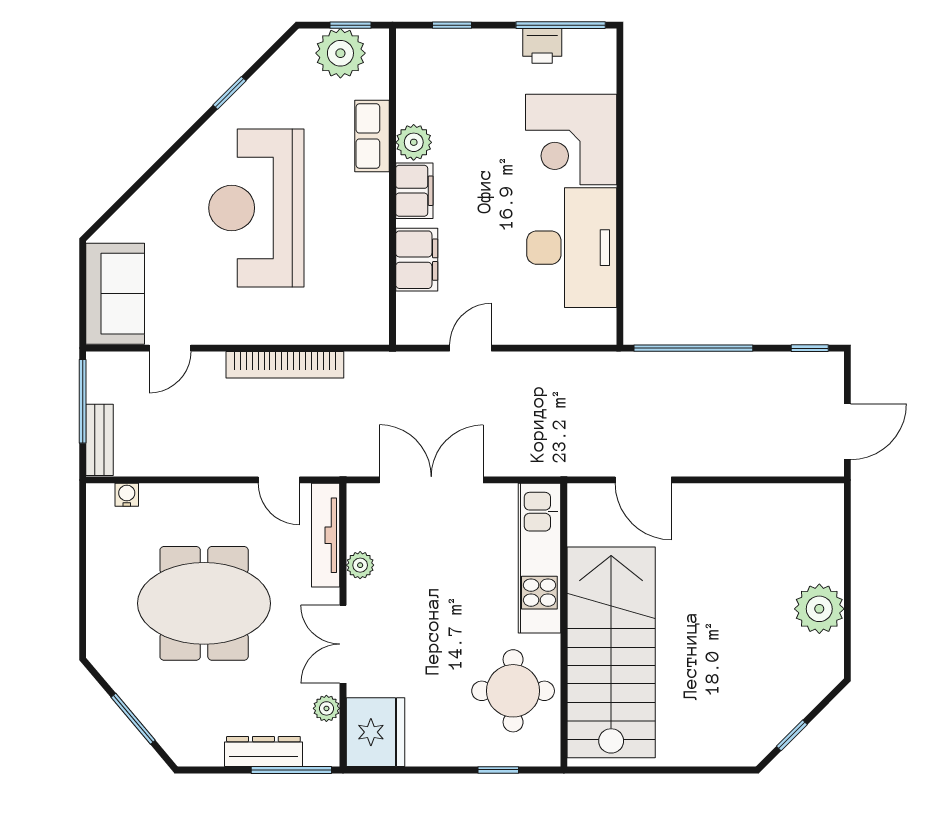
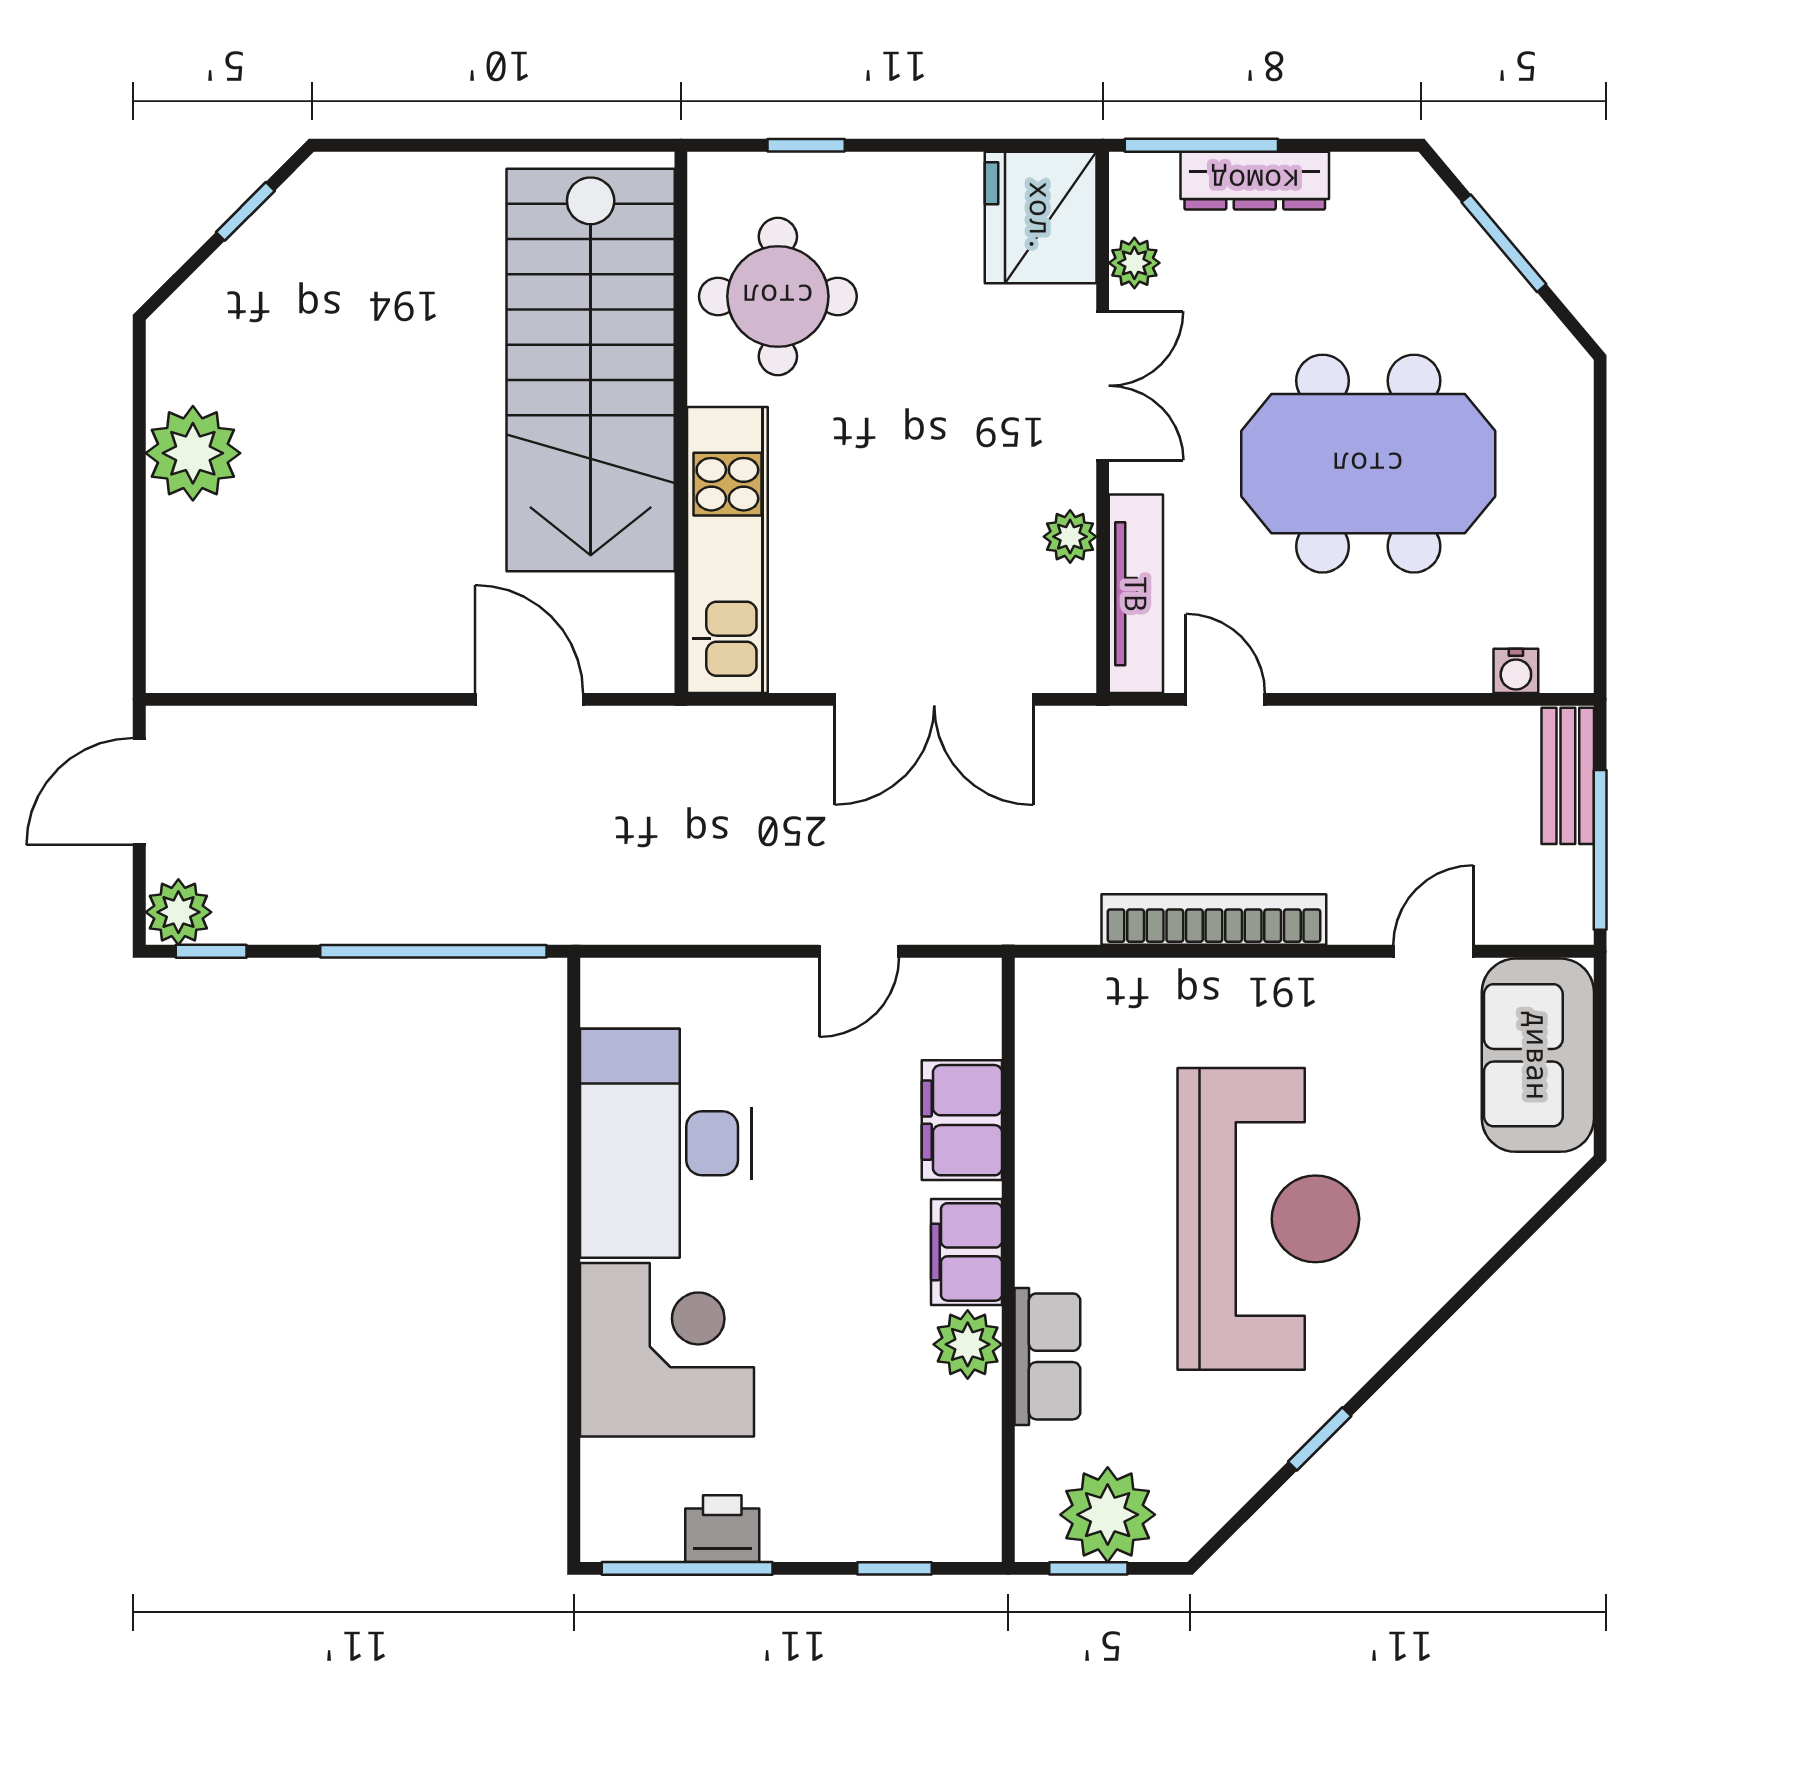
plant: (827, 369) -> (178, 912), added

